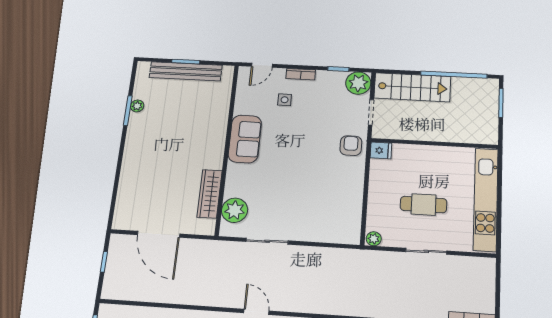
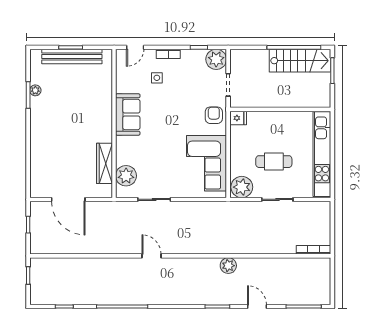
stairs: (412, 87) -> (300, 61), moved
corner sofa: (338, 201) -> (207, 163), added
plant: (374, 239) -> (242, 187), width x1.87, depth x1.87

